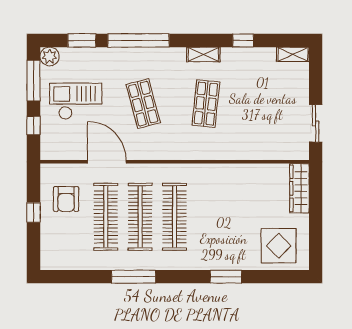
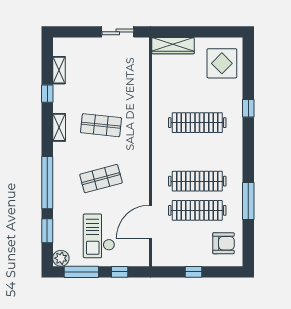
shelving: (293, 54) -> (59, 70), moved
door: (107, 162) -> (150, 222), moved
armchair: (66, 199) -> (223, 243), moved
clothes rail: (175, 217) -> (197, 123), moved
window: (134, 277) -> (248, 201), moved
window: (226, 277) -> (248, 108), width x0.67

